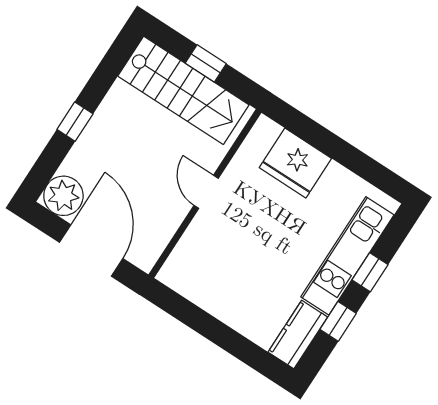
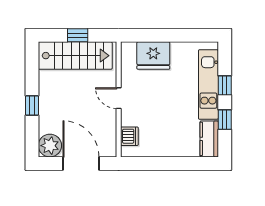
dishwasher: (186, 256) -> (129, 136), added

